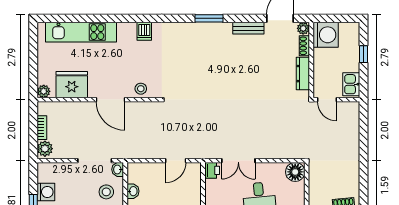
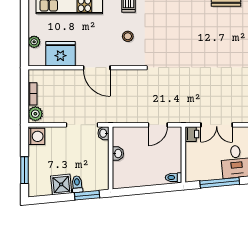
stool: (141, 89) -> (128, 36), moved
plant: (44, 91) -> (34, 42), moved
washing machine: (46, 192) -> (36, 136), moved
stool: (106, 192) -> (93, 154), removed

